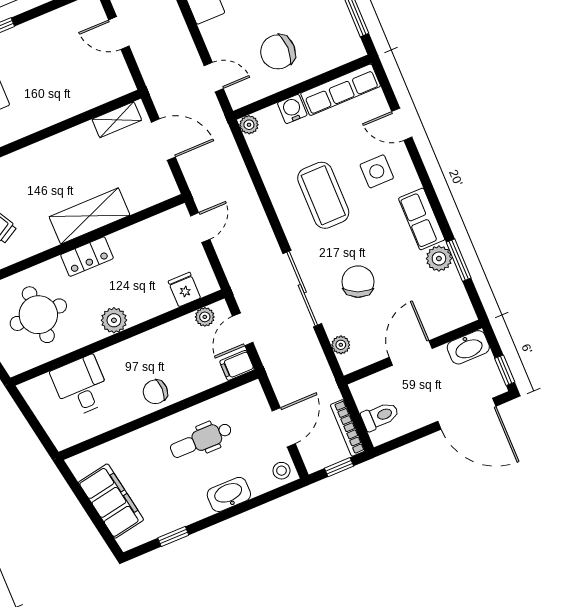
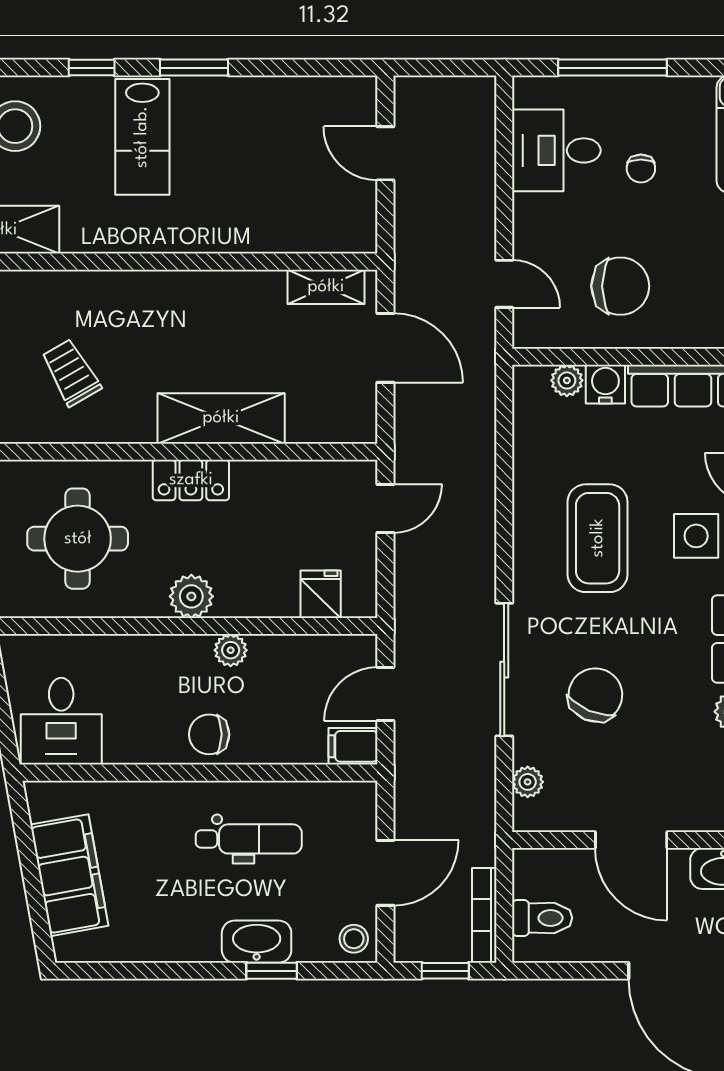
chair: (278, 52) -> (620, 286), turned 180
plant: (249, 125) -> (567, 380), moved
plant: (205, 317) -> (231, 650), moved
door: (411, 353) -> (631, 840), swing flipped
desk: (81, 386) -> (61, 721), moved, turned 180
dental chair: (201, 440) -> (249, 839), turned 180
window: (173, 536) -> (272, 971), moved

